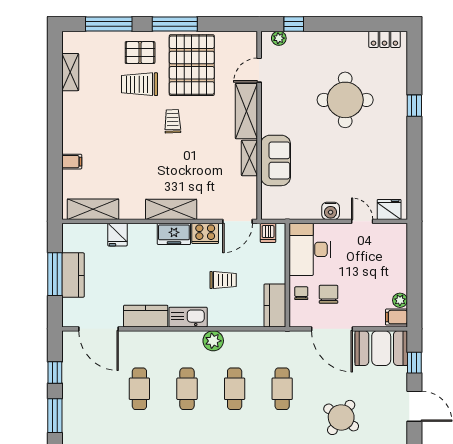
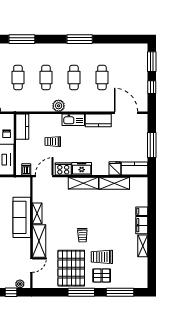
shelving: (70, 72) -> (143, 246), moved
trolley: (139, 84) -> (102, 257), turned 180
filing cabinet: (72, 138) -> (142, 225), added
sofa: (276, 160) -> (22, 217), width x1.36
shelving: (93, 209) -> (114, 183), moved
kitchen counter: (73, 275) -> (135, 168), moved, turned 90

